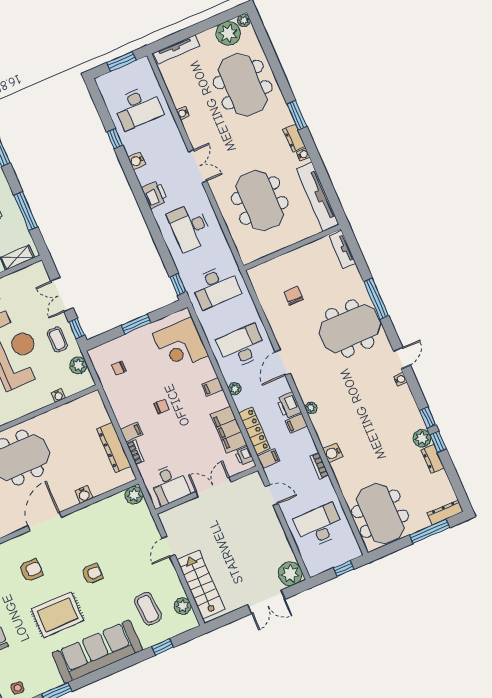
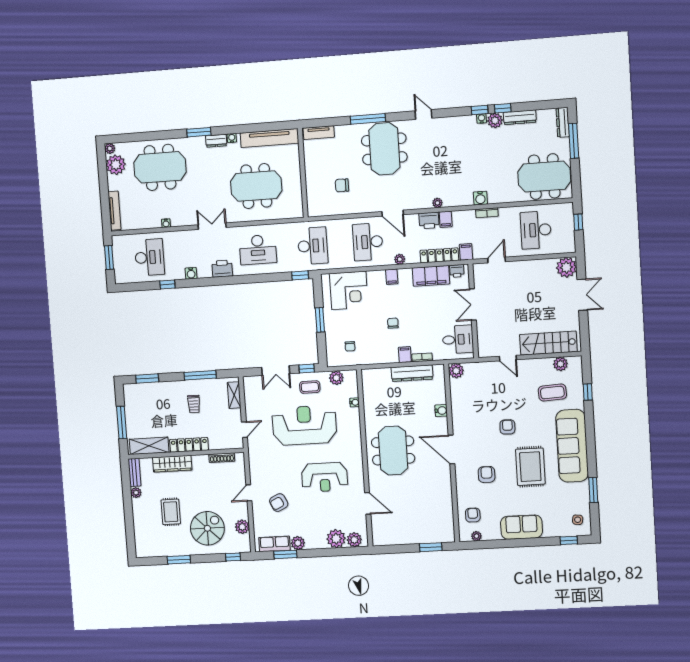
water cooler: (400, 379) -> (482, 119), moved
dresser: (433, 459) -> (520, 117), width x1.44

